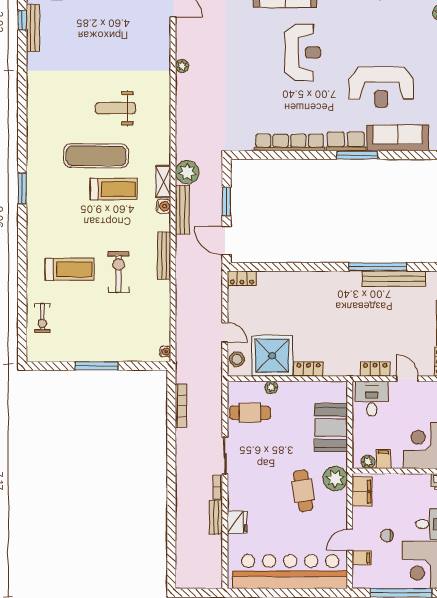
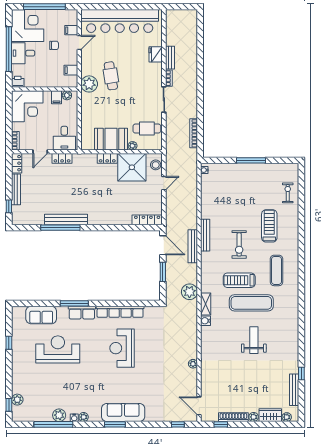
window: (22, 21) -> (301, 374), moved
reception desk: (303, 52) -> (122, 348), moved
weight bench: (115, 108) -> (254, 340), moved, turned -90
sofa: (398, 138) -> (41, 315), width x0.73
shelving: (163, 182) -> (206, 304), moved
window: (22, 189) -> (301, 281), removed
exercise mat: (59, 204) -> (276, 270), added
water cooler: (164, 206) -> (206, 321), moved
bench: (182, 210) -> (193, 246), moved
treadmill: (69, 269) -> (269, 226), turned 90
exercise bike: (119, 272) -> (239, 244), moved
locker: (242, 278) -> (147, 220), width x1.53
bench: (394, 279) -> (66, 220), moved
door: (225, 332) -> (164, 183), swing flipped
door: (407, 379) -> (40, 152), hinge flipped
booth: (331, 428) -> (111, 139), moved, turned 90
filing cabinet: (362, 492) -> (71, 70), width x0.50

